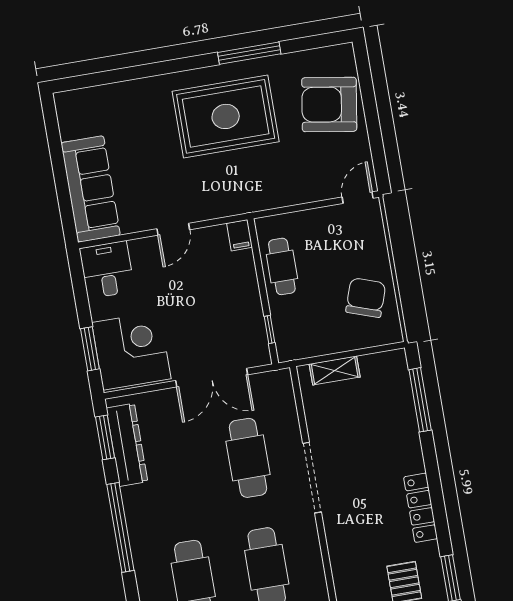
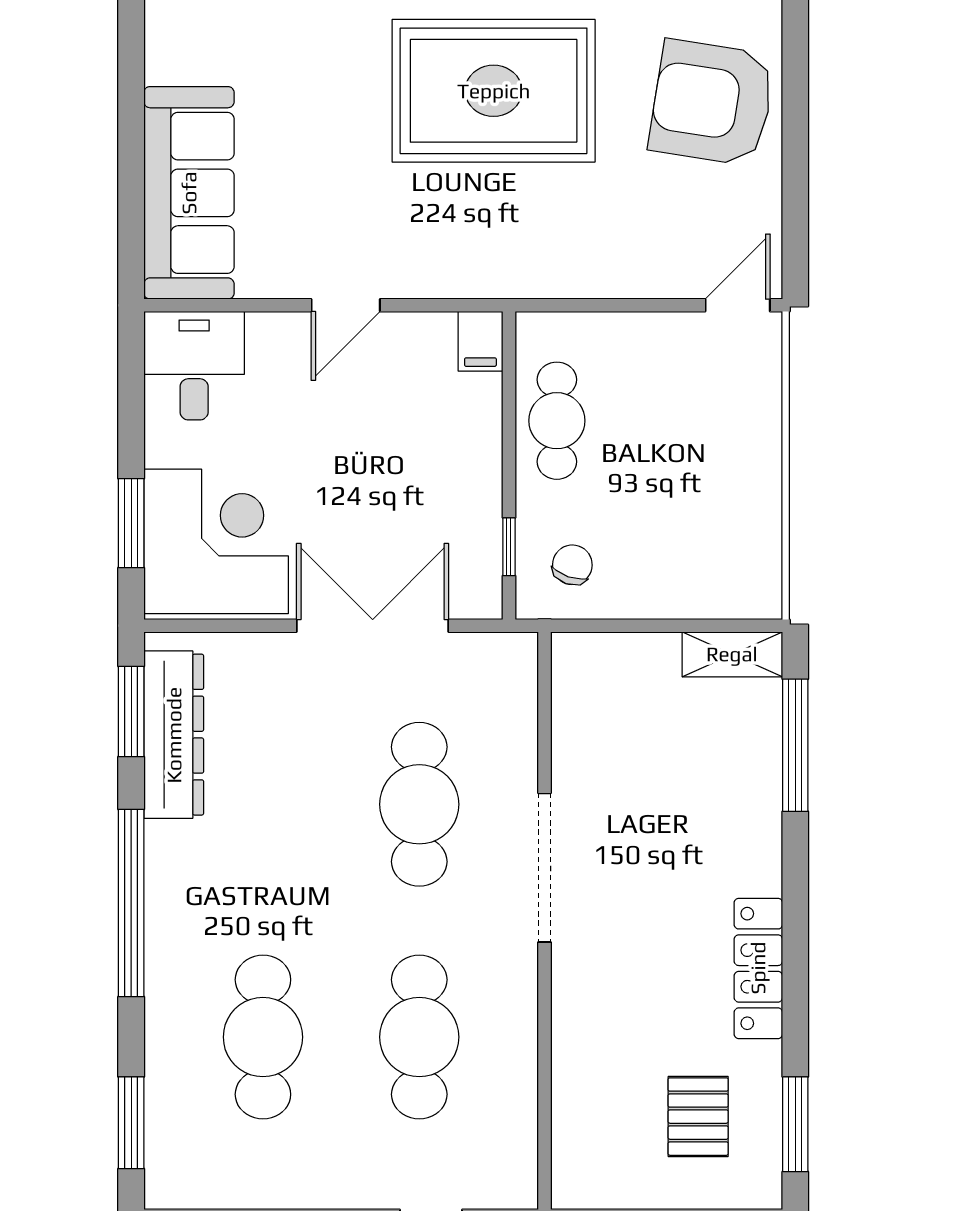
chair: (366, 298) -> (572, 565), moved, width x0.54, depth x0.54
shelving: (335, 371) -> (732, 654), moved
double door: (212, 378) -> (373, 626), swing flipped

